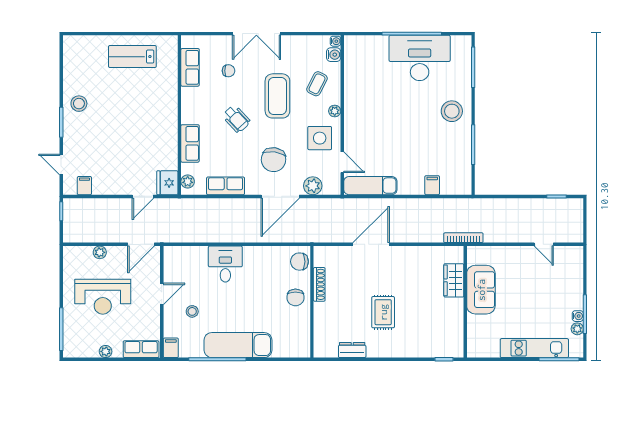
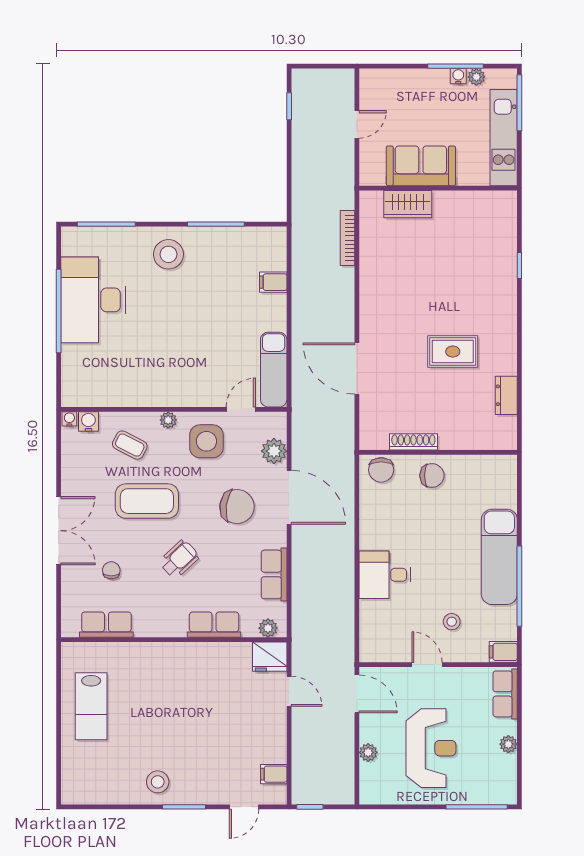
wardrobe: (454, 280) -> (408, 204), moved
sofa: (481, 290) -> (421, 166), moved
wall: (465, 302) -> (438, 188), moved

